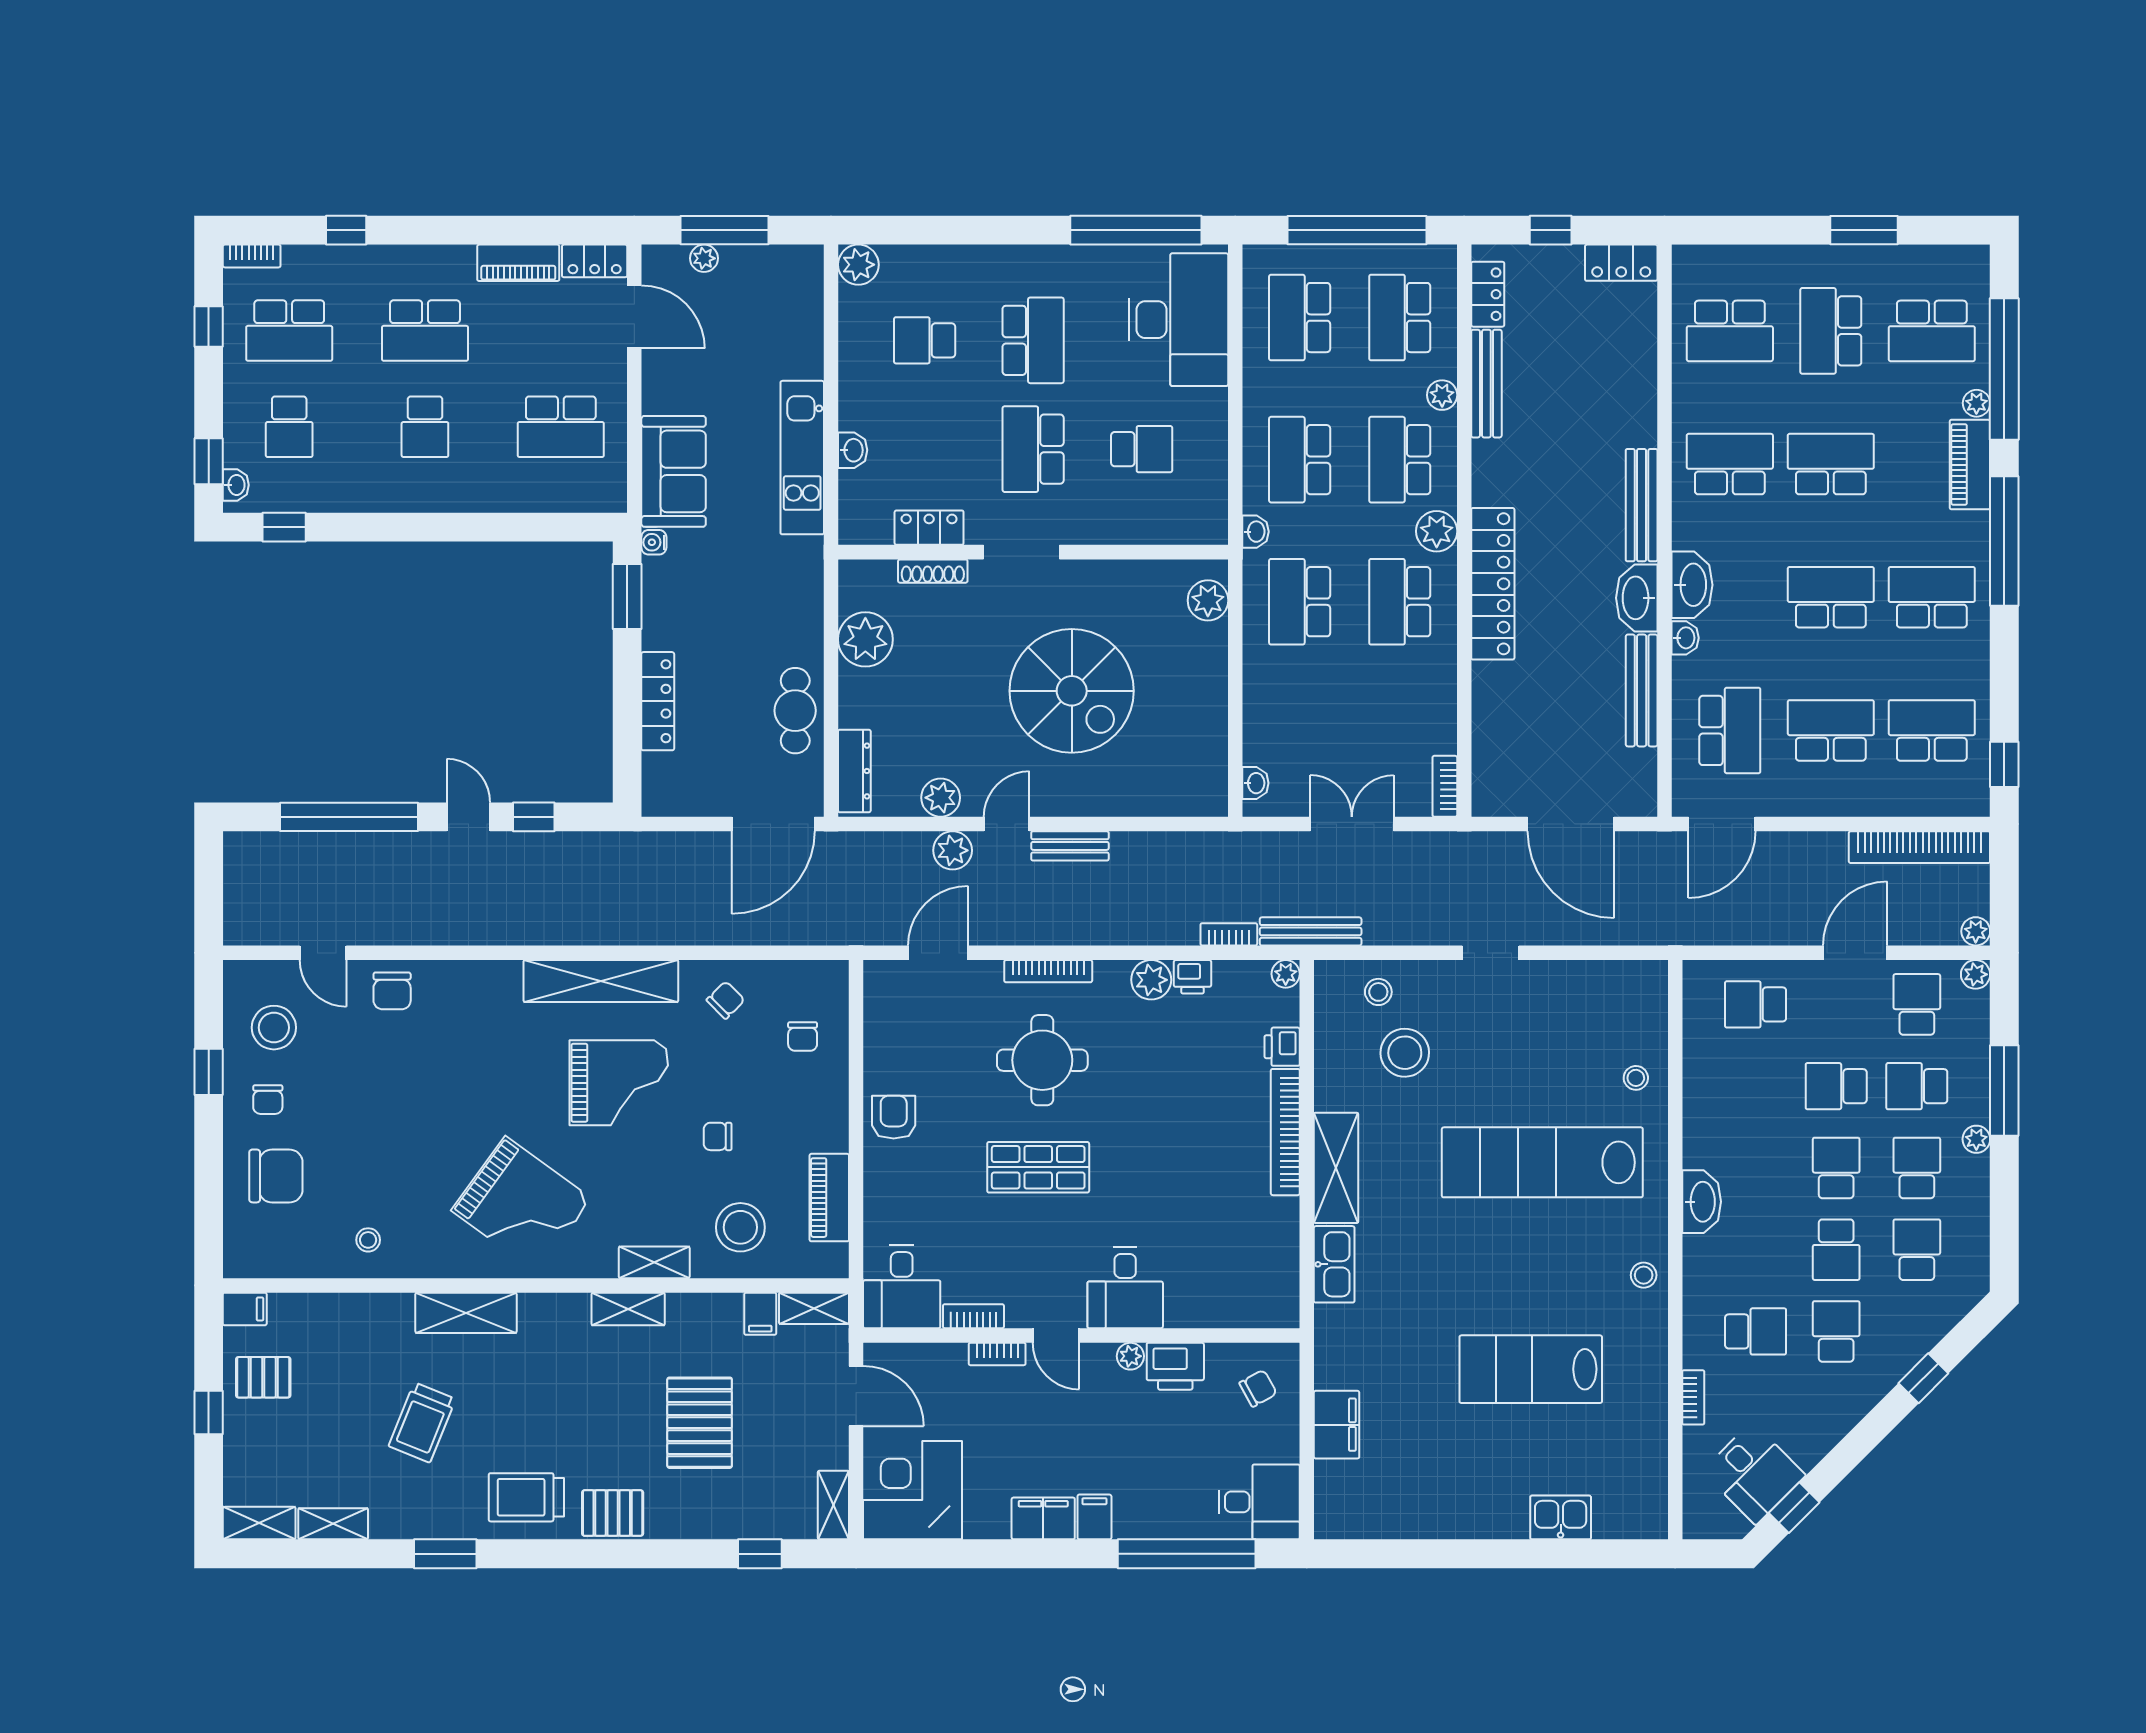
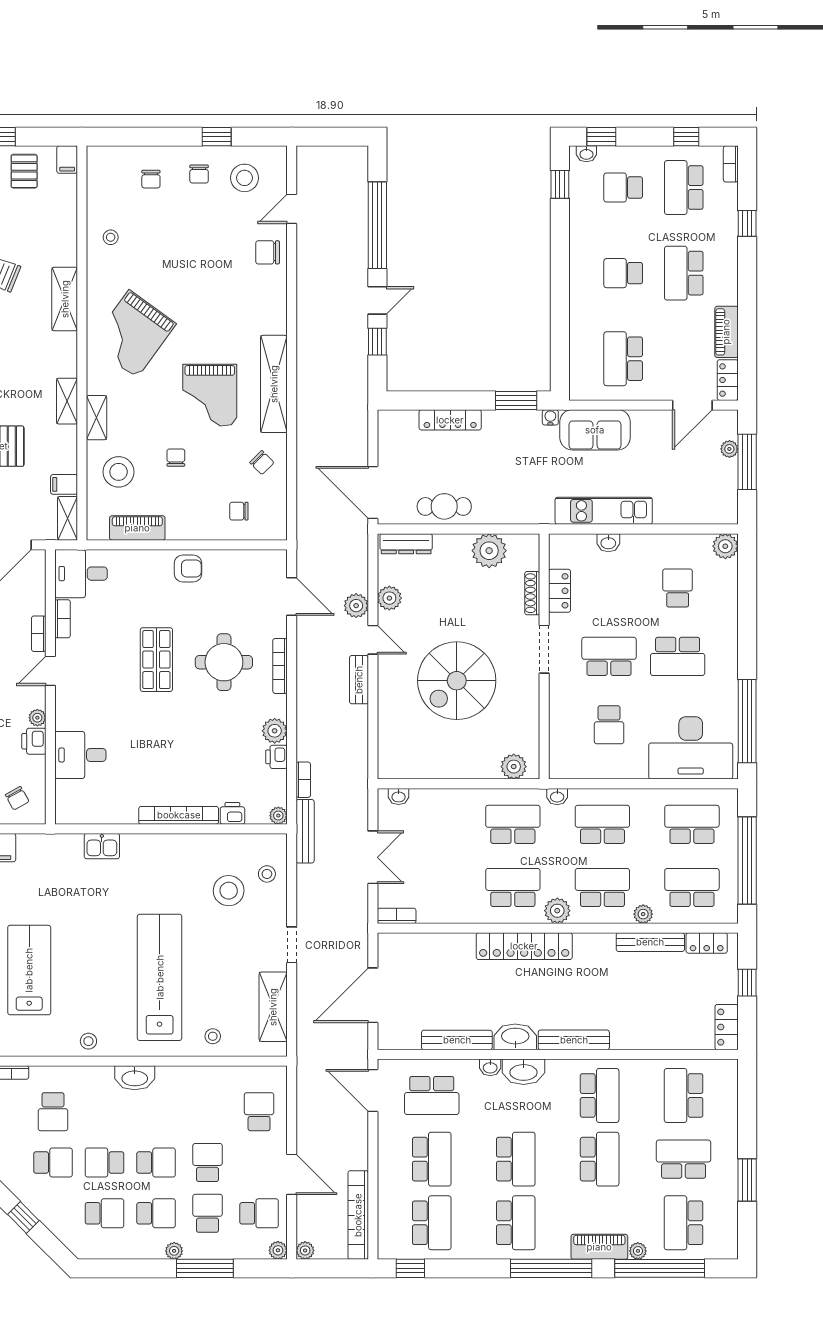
chair: (268, 1100) -> (199, 174), turned -90
shelving: (1336, 1168) -> (273, 1007), moved, turned 90
chair: (276, 1176) -> (151, 179), width x0.54, depth x0.54
kitchen sink: (1334, 1264) -> (102, 846), width x0.73
desk: (1125, 1288) -> (80, 755), moved
printer: (1175, 1366) -> (34, 741), width x0.73, depth x0.81

